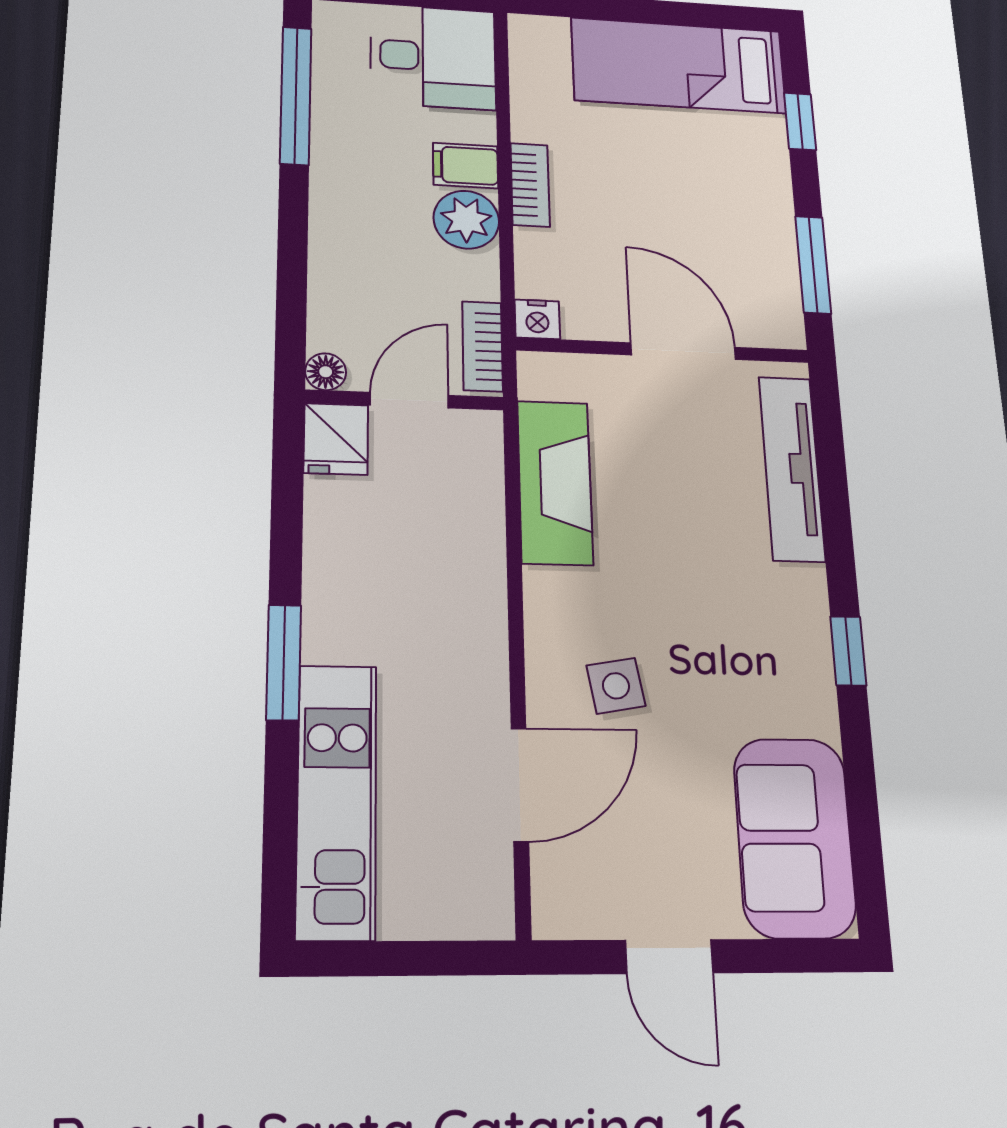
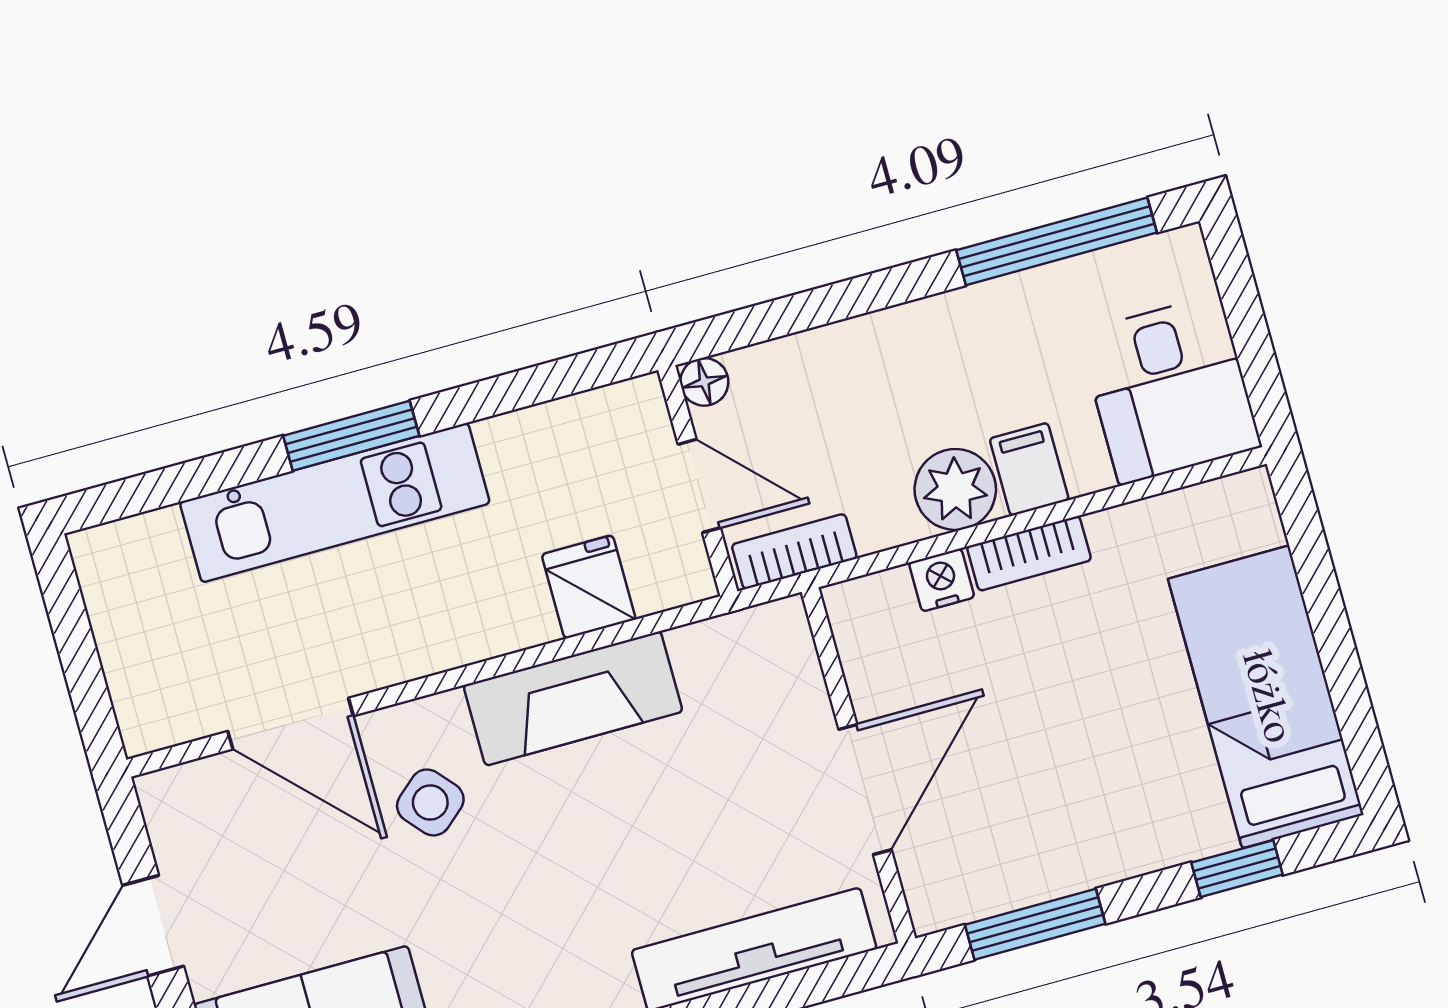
nightstand: (537, 319) -> (942, 580), moved, turned 90
fridge: (336, 439) -> (589, 587), moved, turned 90
fireplace: (555, 482) -> (573, 698), moved
side table: (616, 686) -> (430, 802), turned -31
kitchen unit: (337, 800) -> (335, 503), moved

